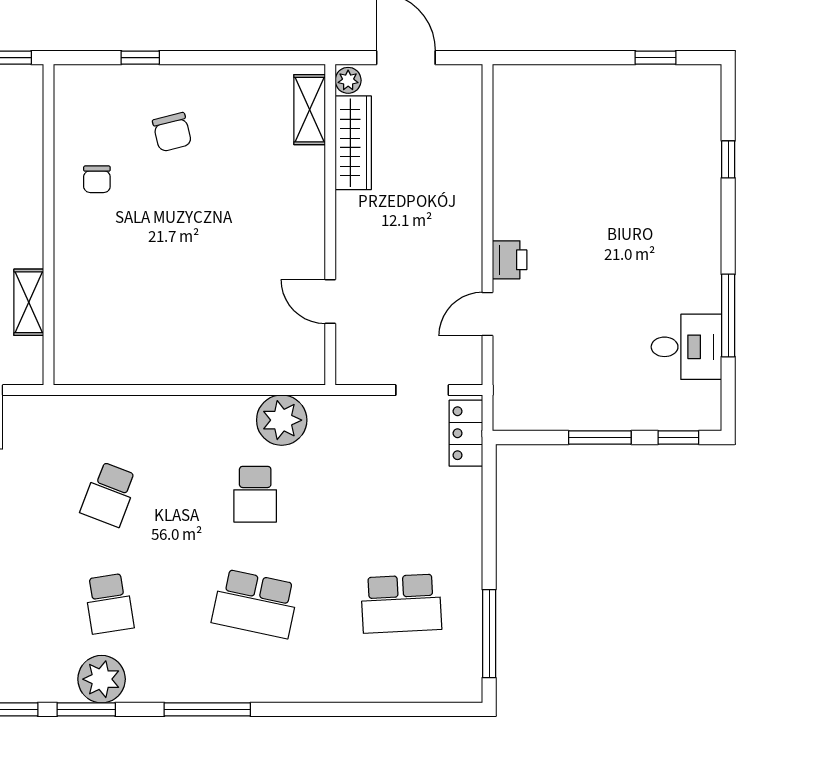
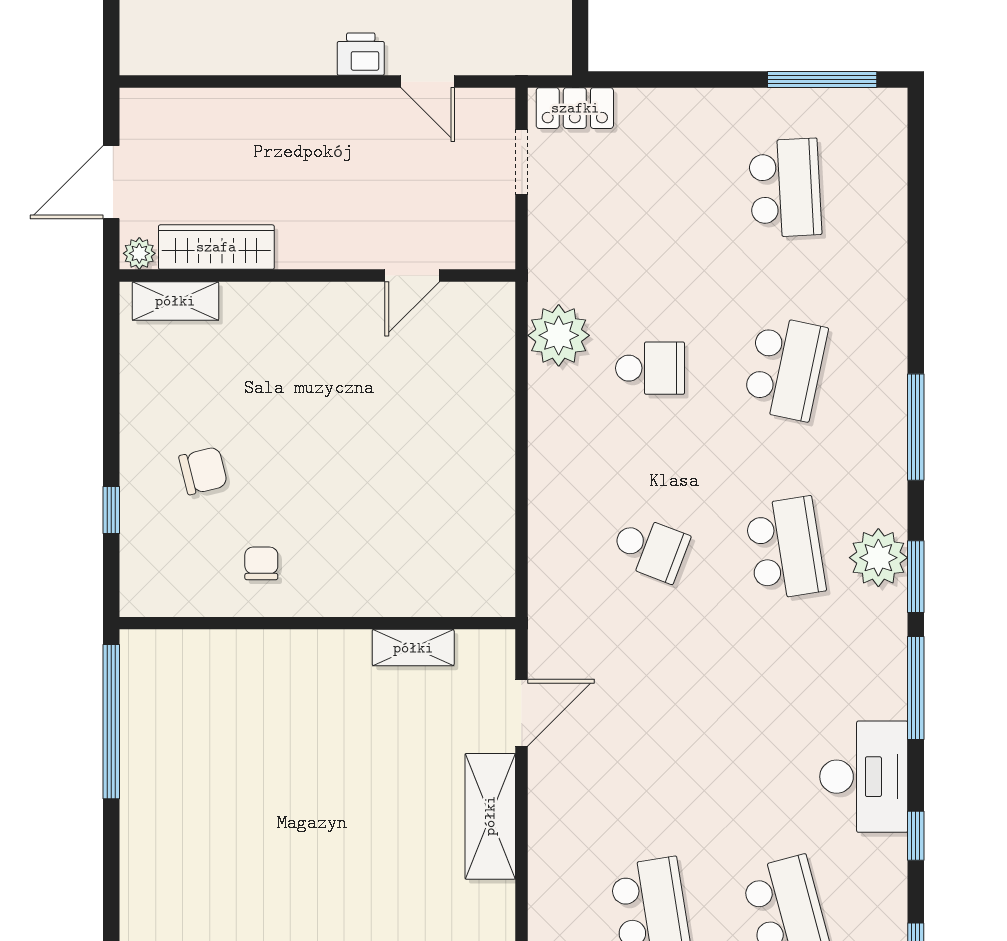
chair: (97, 179) -> (261, 563), turned -90
school desk: (109, 604) -> (785, 548), width x1.85

